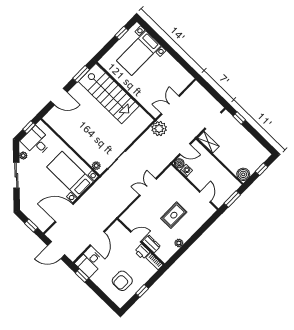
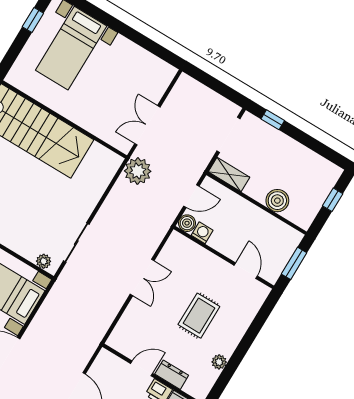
boiler: (243, 174) -> (277, 201), moved
double door: (148, 187) -> (142, 277), swing flipped

